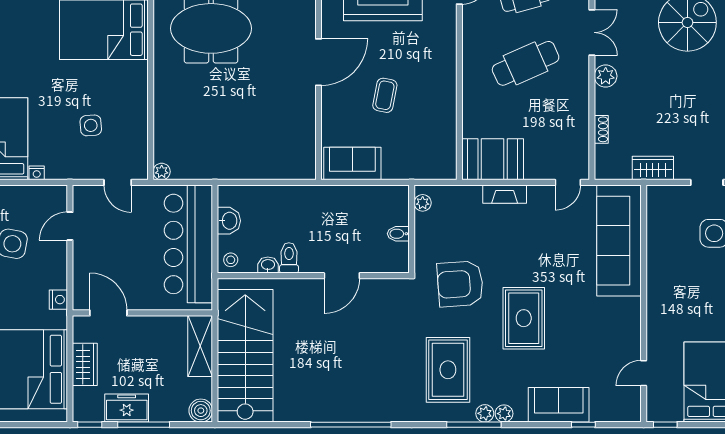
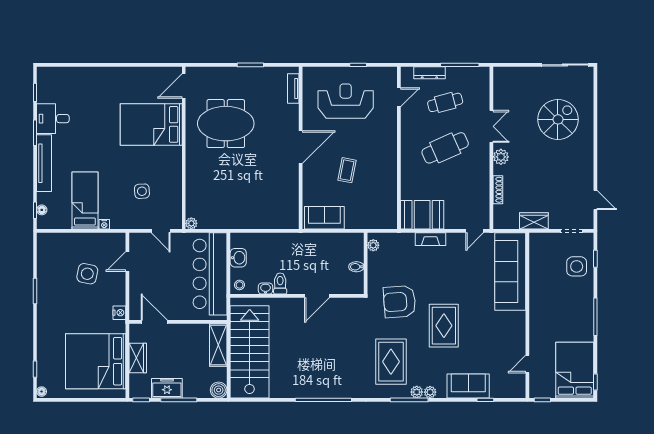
shoe rack: (601, 129) -> (498, 190), width x1.43

